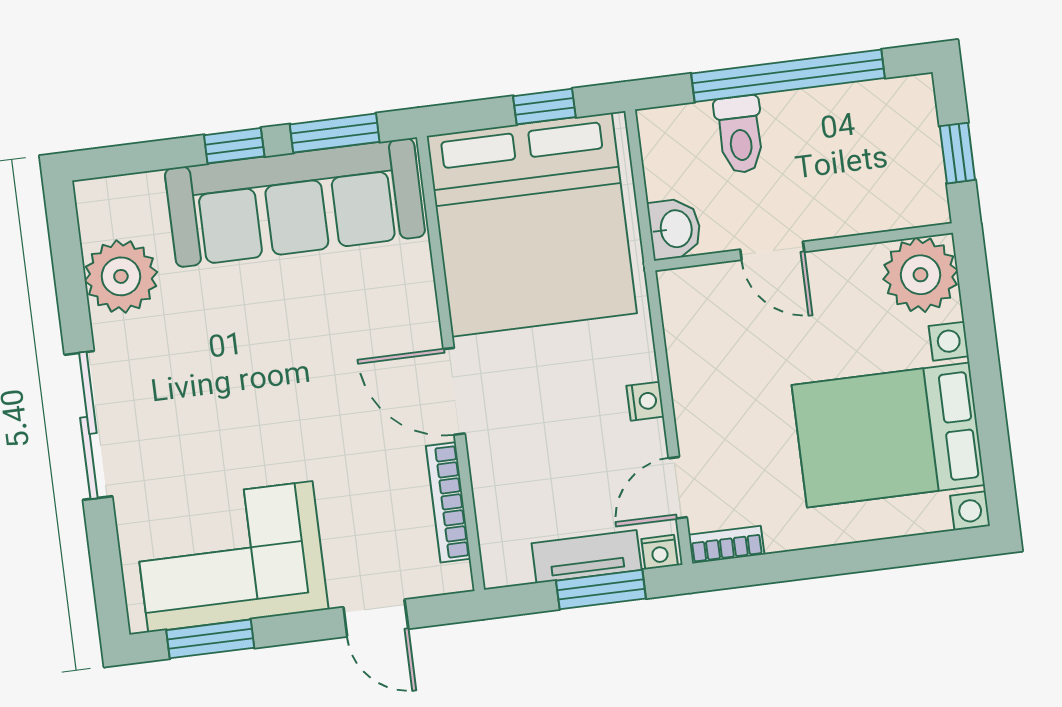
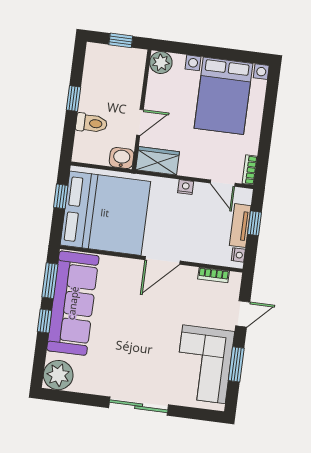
window: (788, 76) -> (73, 98), width x0.32
plant: (920, 275) -> (161, 63), width x0.73, depth x0.73
plant: (121, 276) -> (58, 375), moved
wardrobe: (691, 317) -> (158, 161), added
bookcase: (448, 502) -> (213, 275), width x0.64
nightstand: (660, 552) -> (238, 255), moved
window: (601, 590) -> (254, 223), width x0.67
window: (210, 639) -> (236, 364), moved

